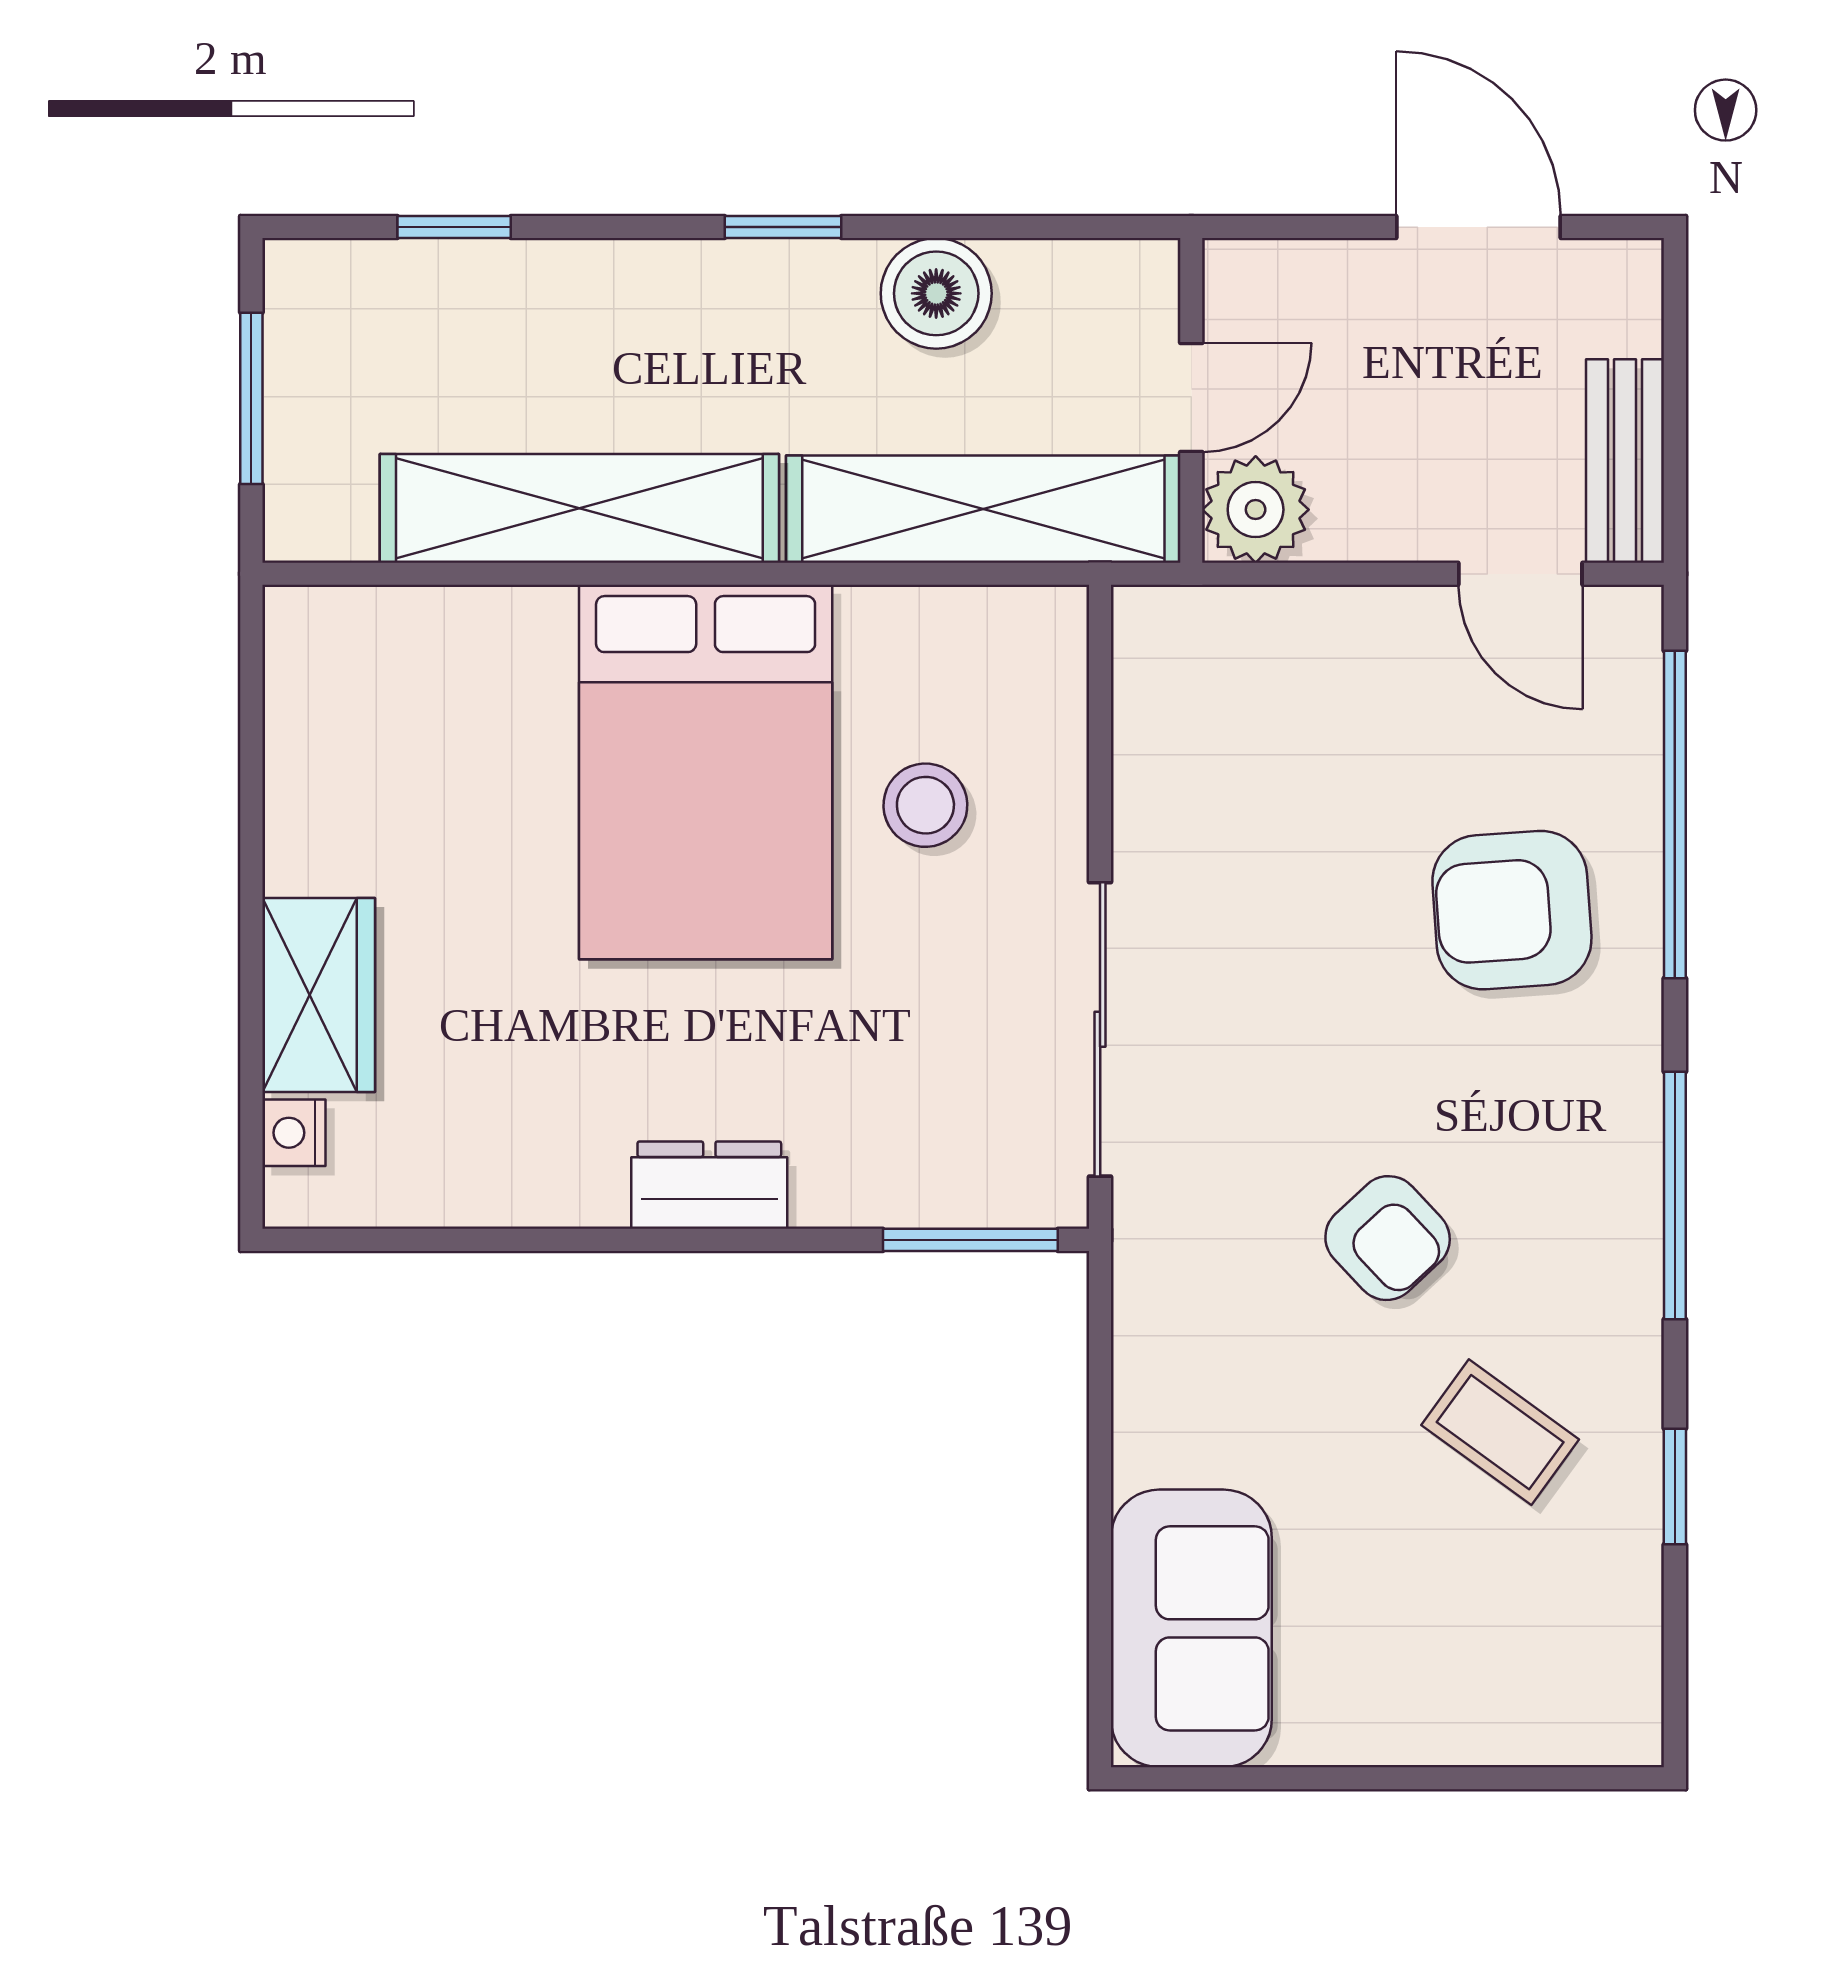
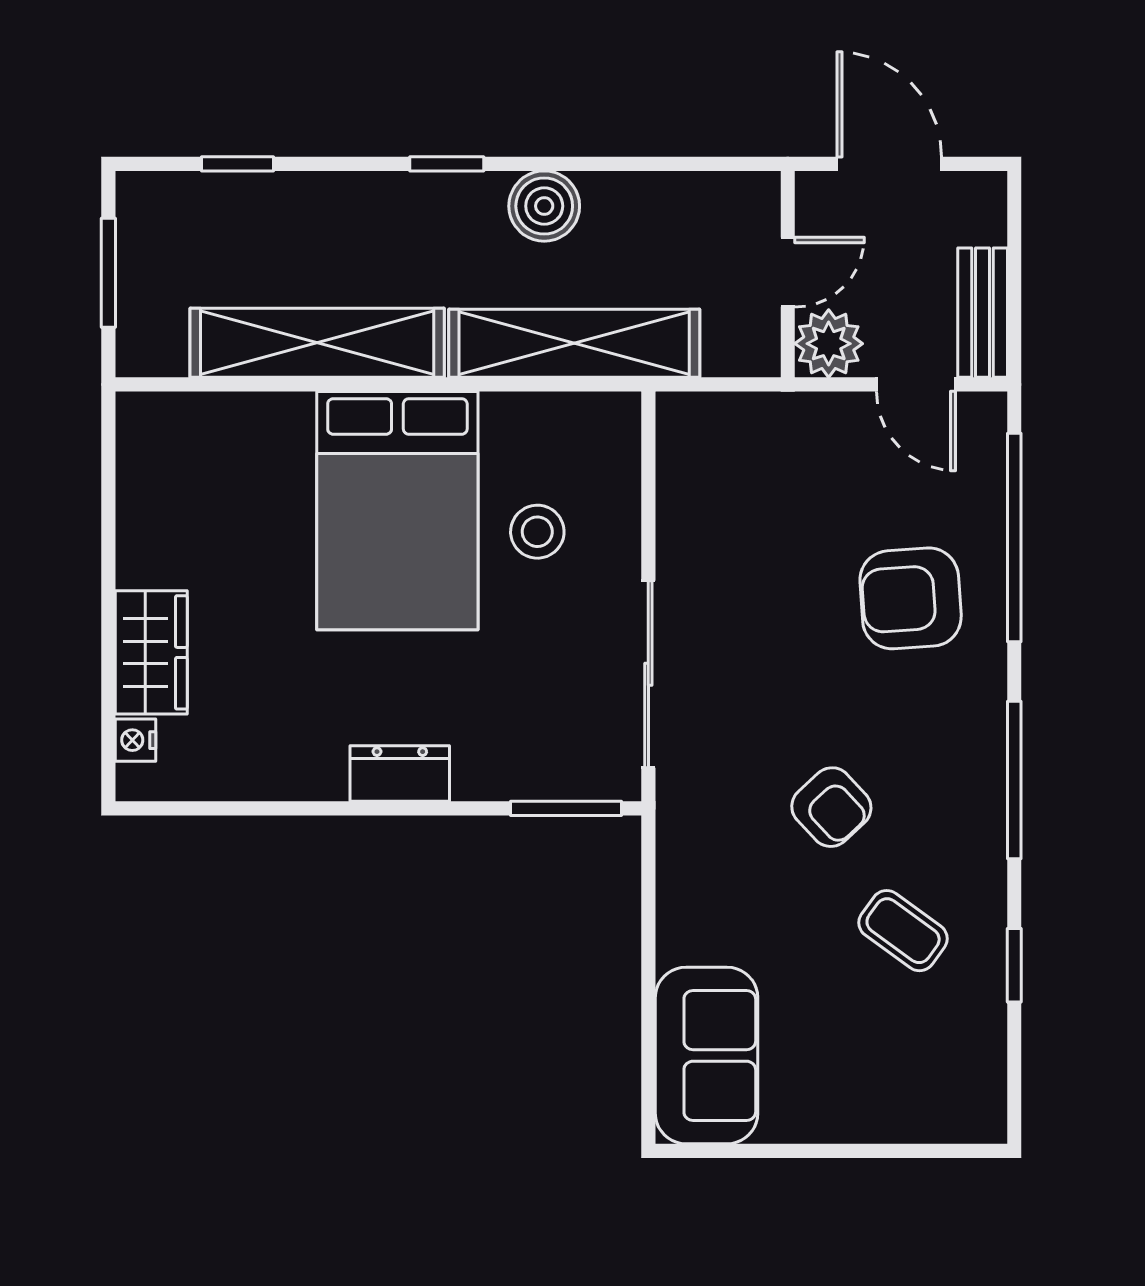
door: (1191, 397) -> (788, 272), moved
wall: (1191, 400) -> (788, 274), moved
plant: (1256, 510) -> (829, 344), moved

